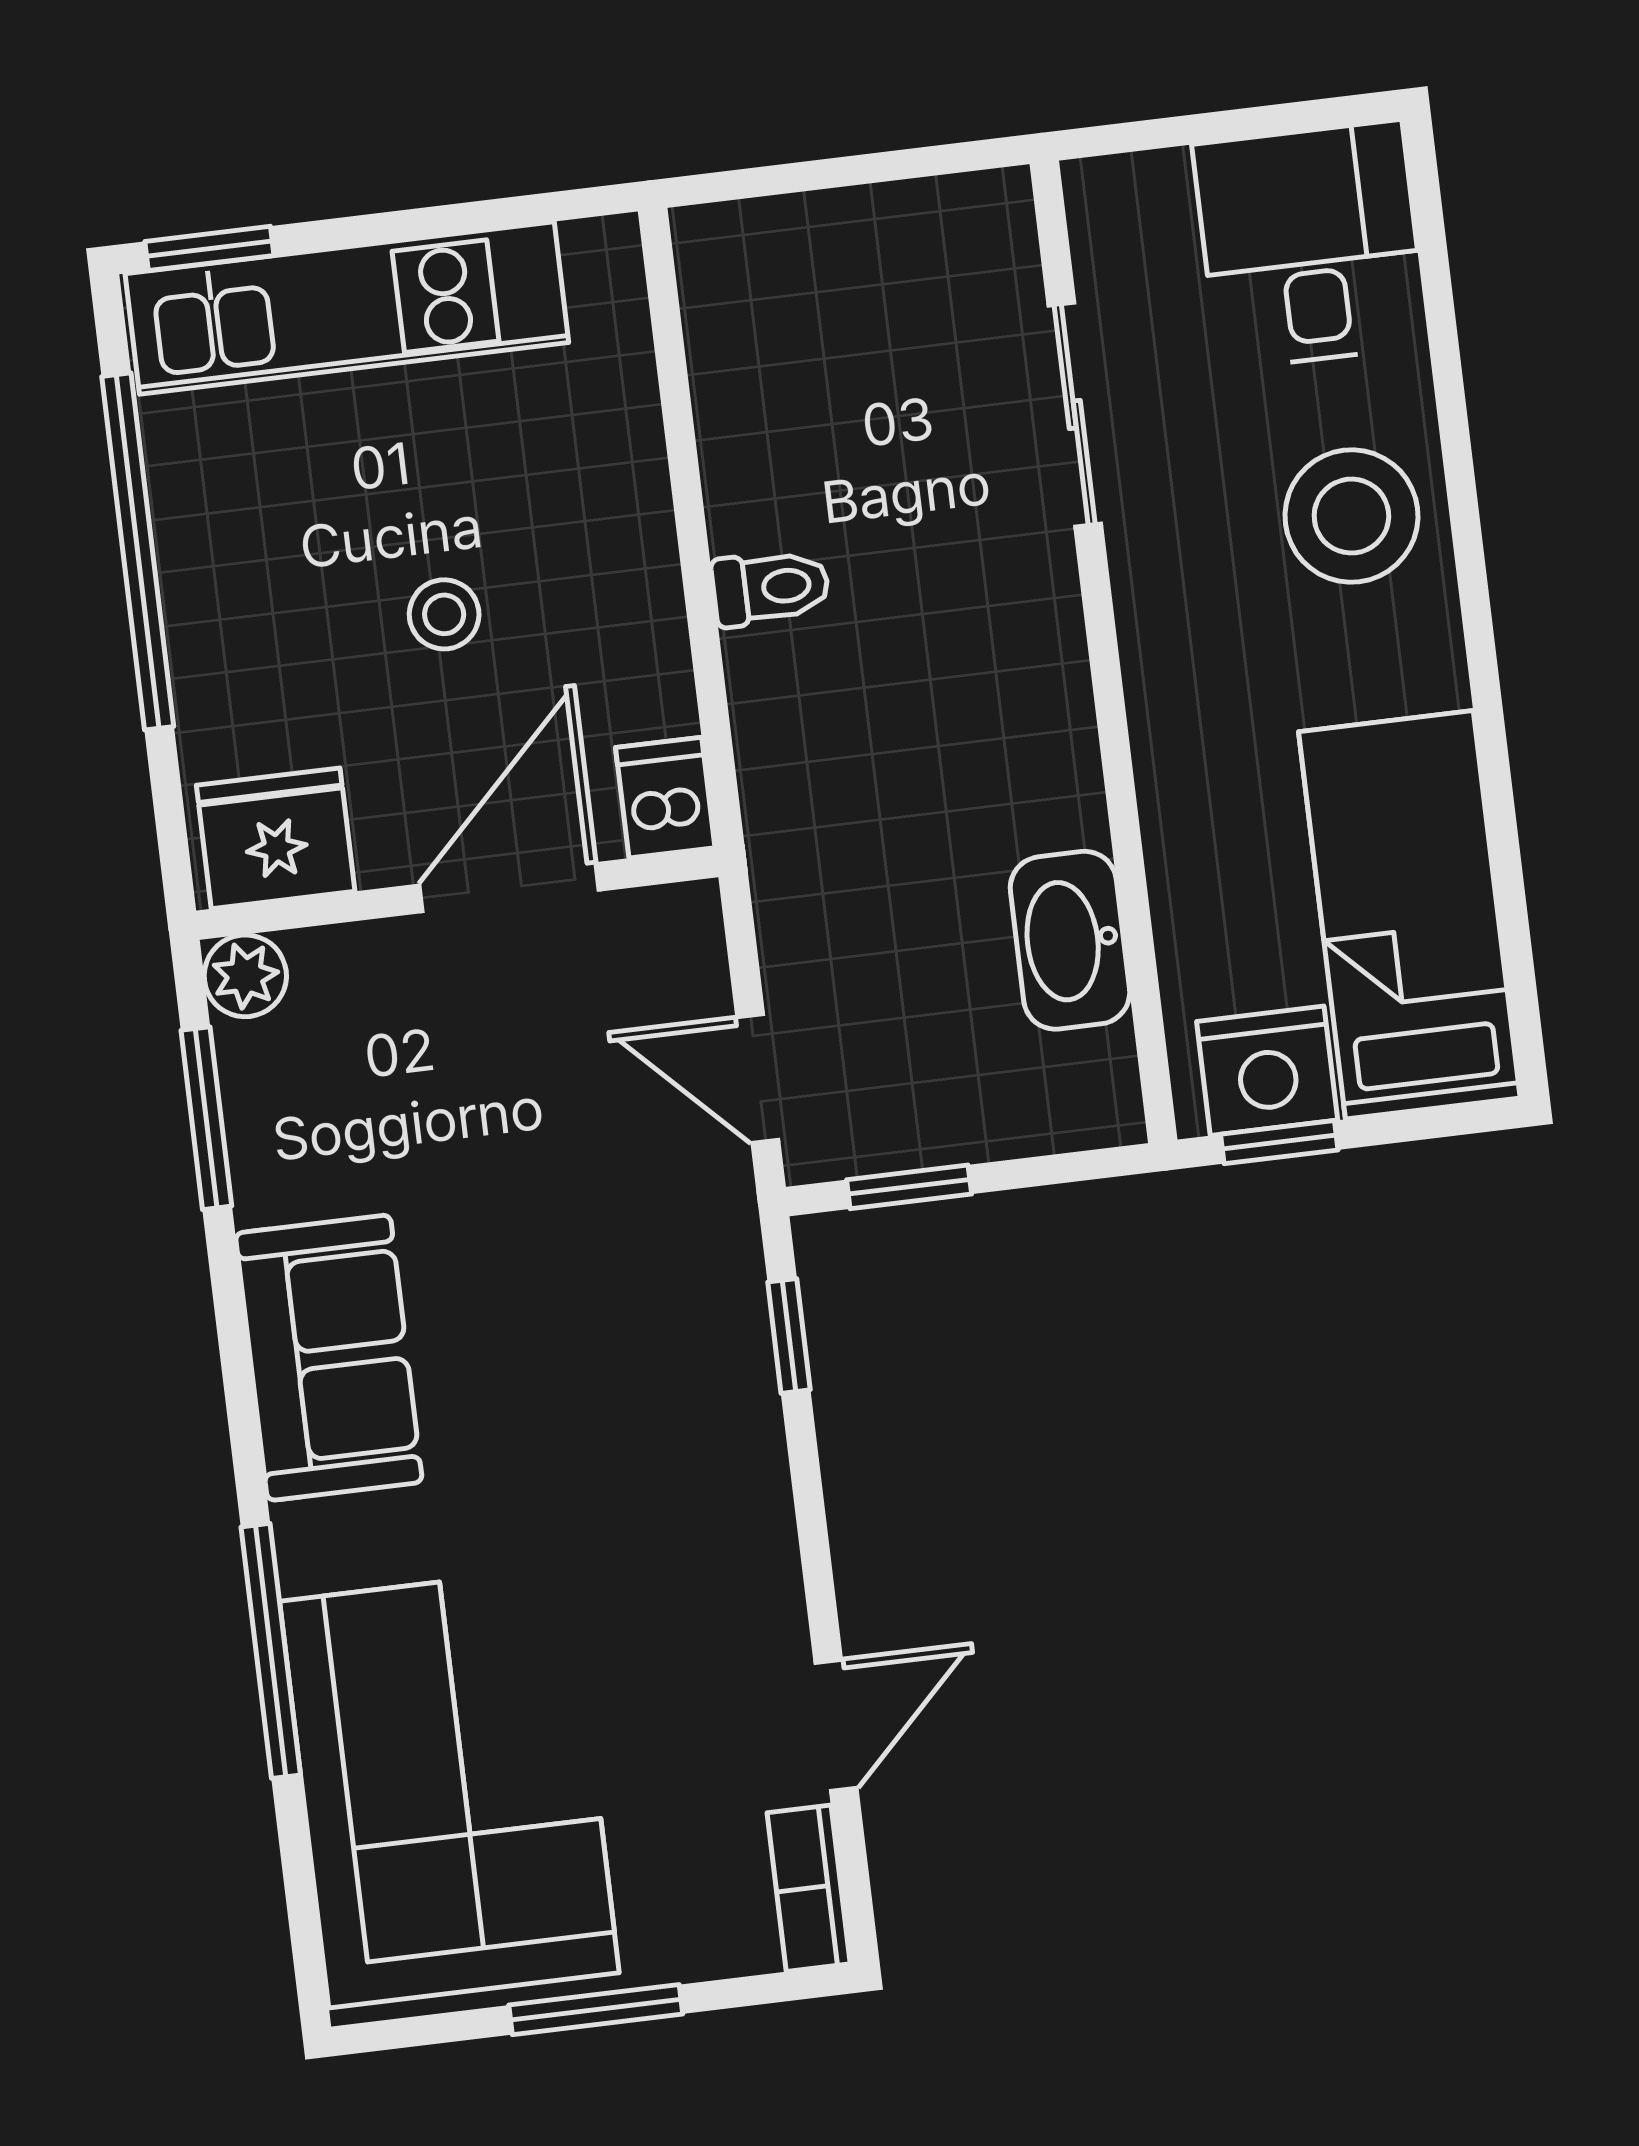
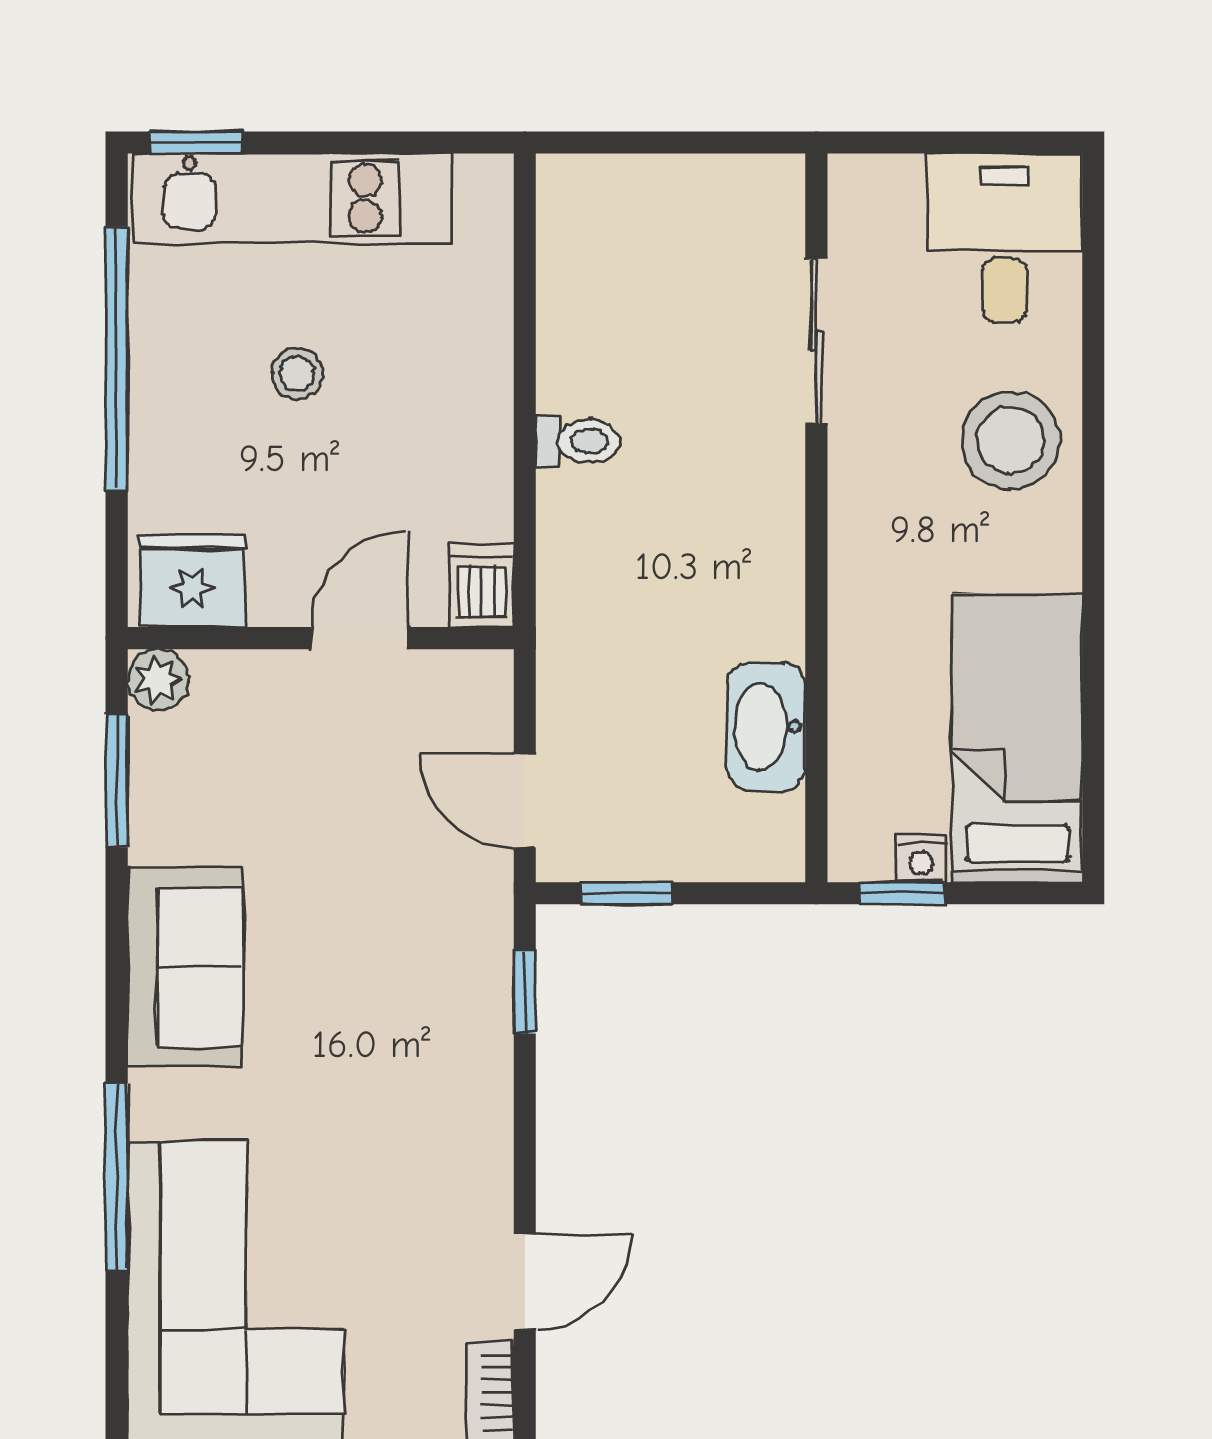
stool: (444, 614) -> (297, 374), moved
door: (509, 888) -> (359, 638), width x0.73
nightstand: (1267, 1071) -> (922, 859), width x0.53, depth x0.56

